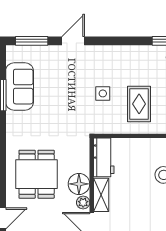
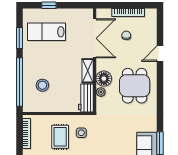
side table: (103, 93) -> (81, 133), moved
plant: (83, 203) -> (101, 92), moved

